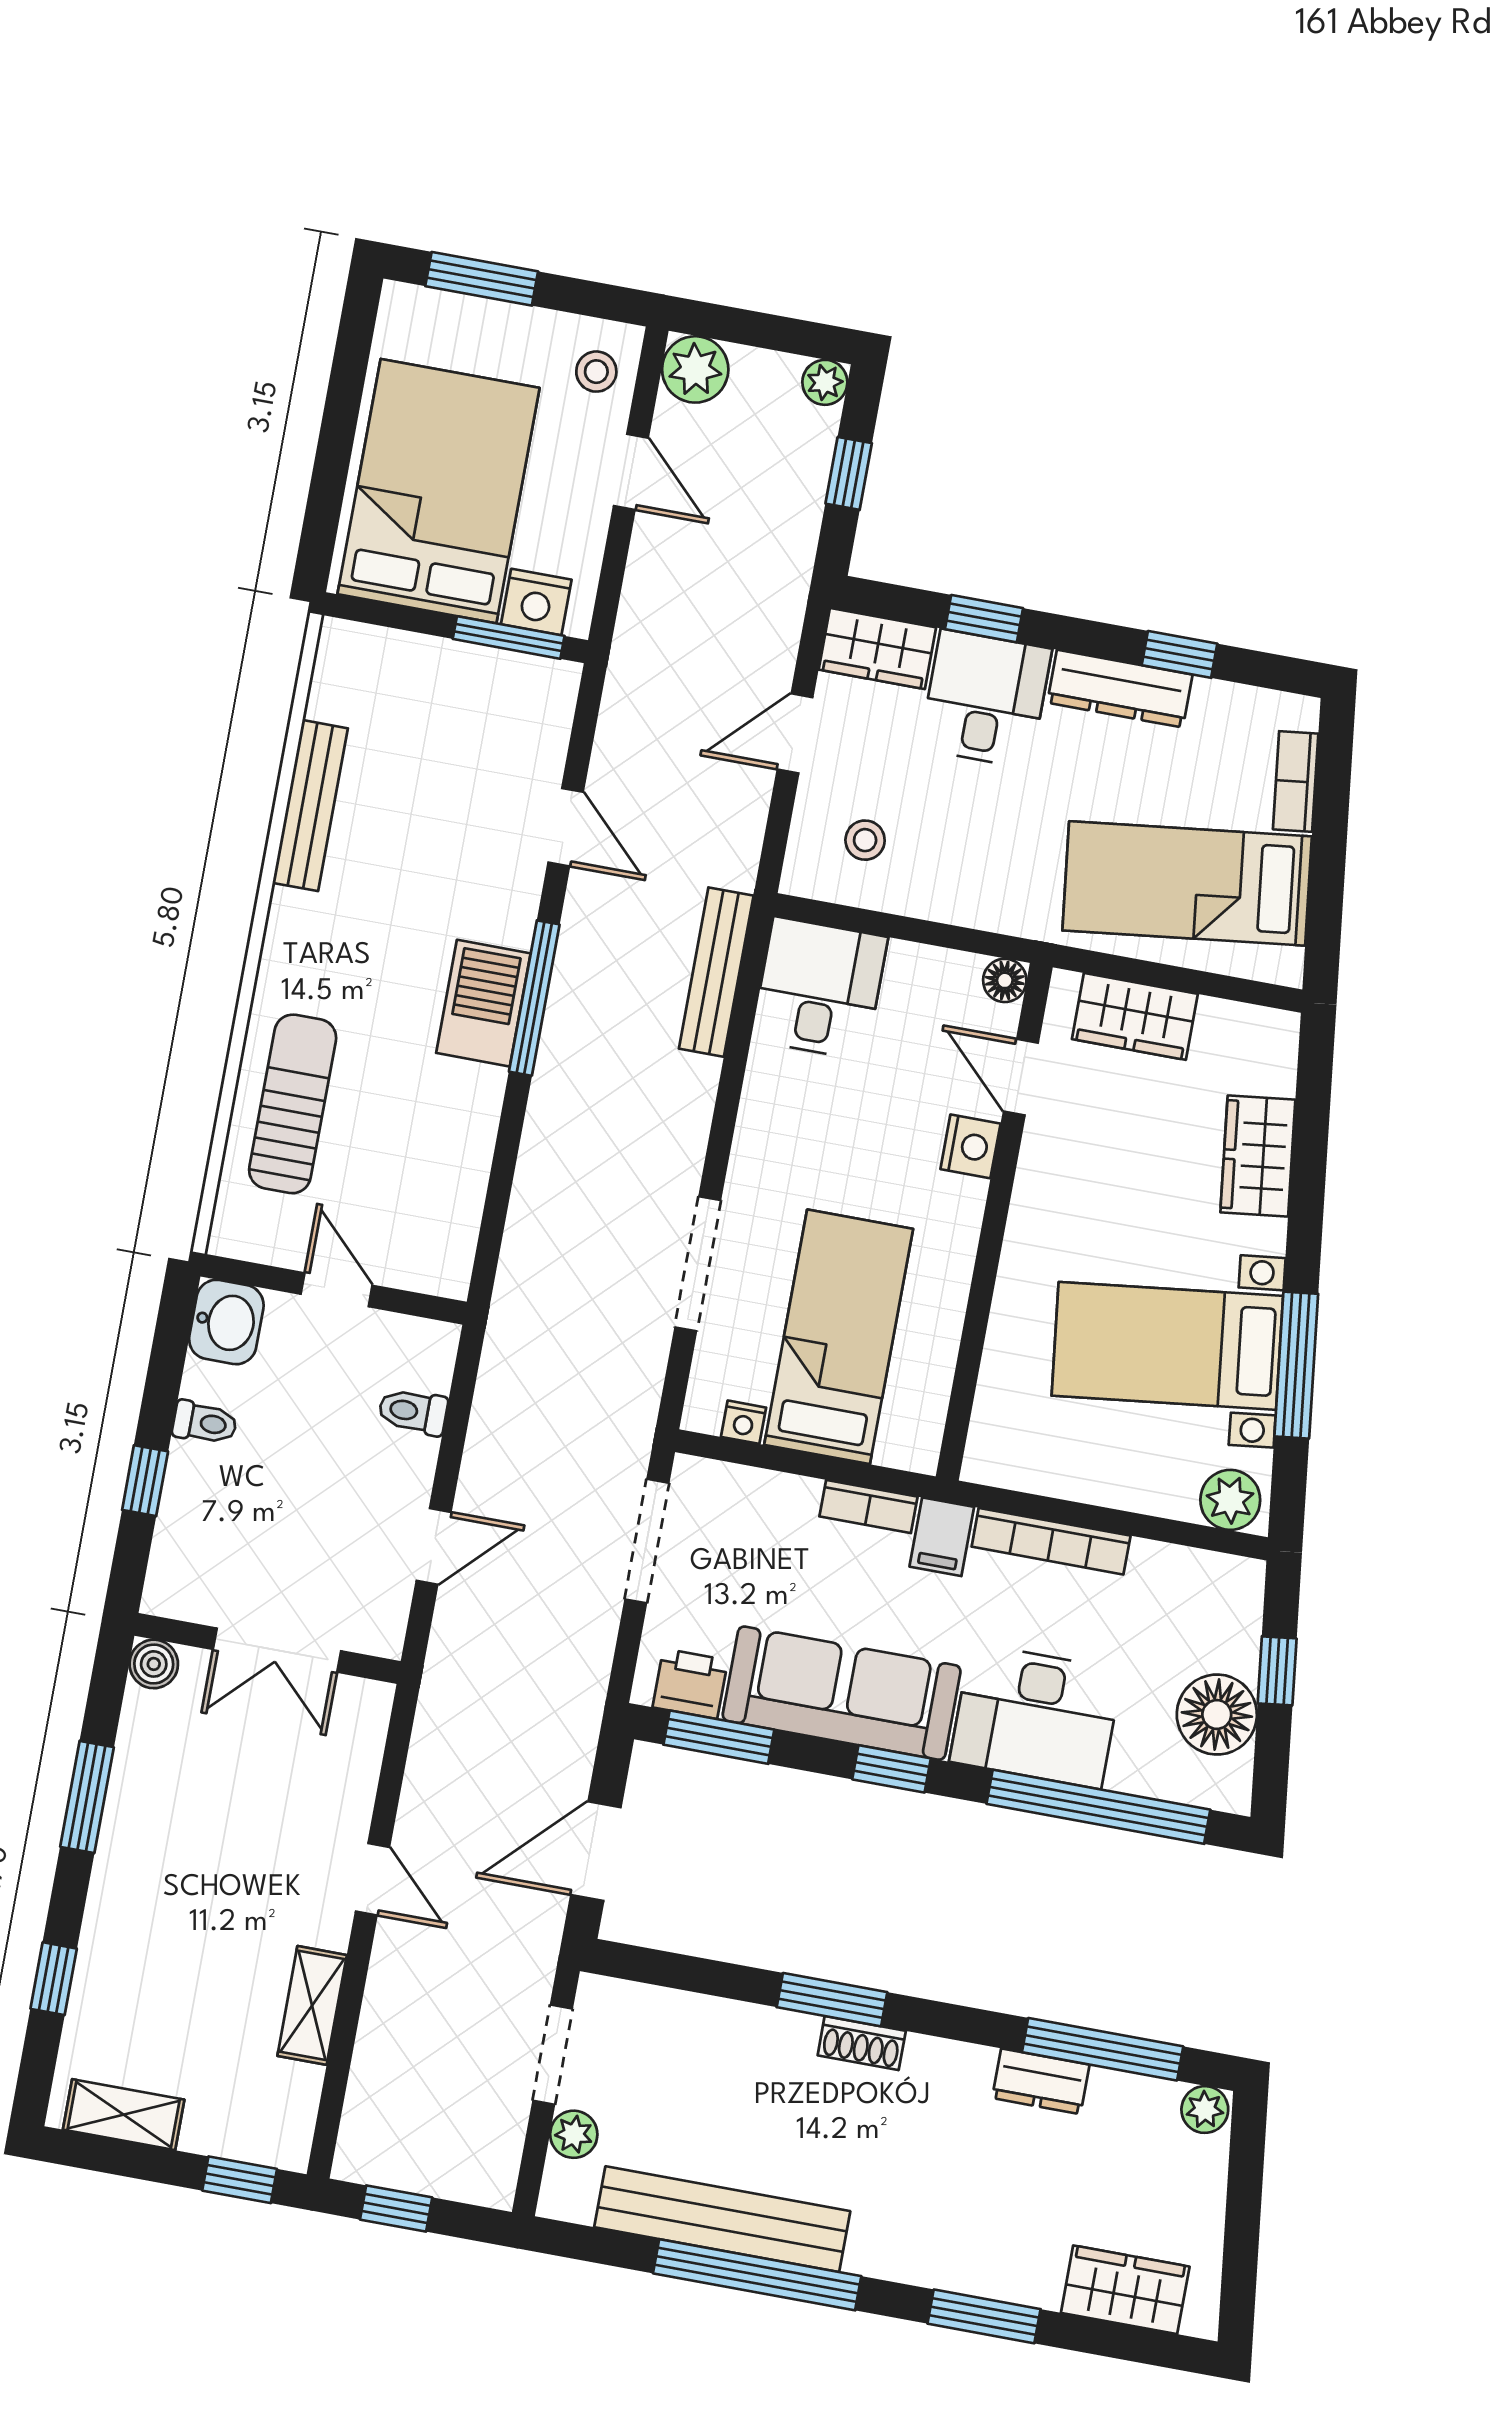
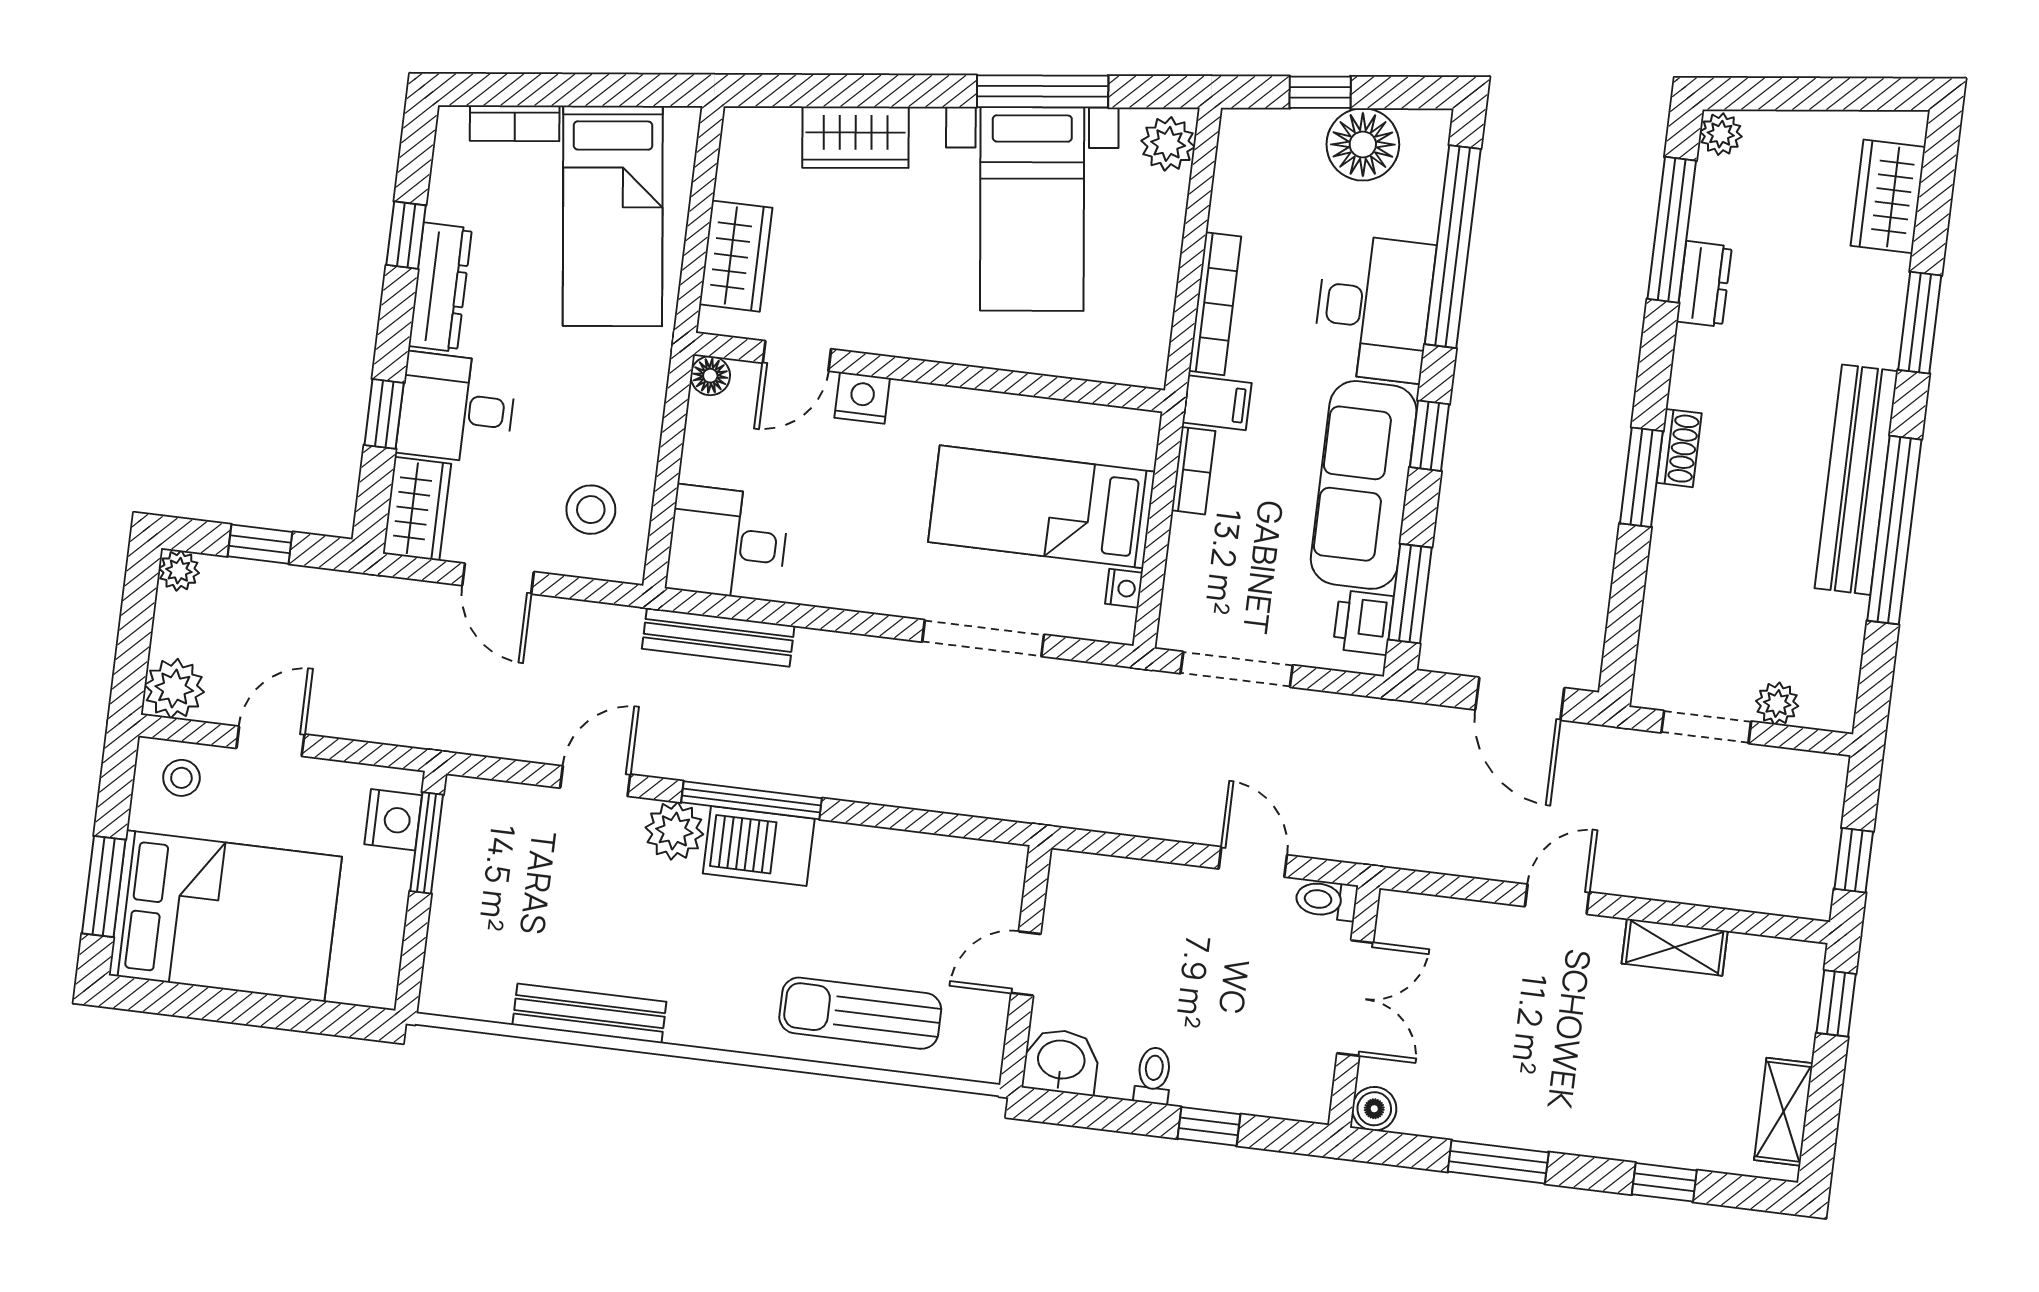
bed: (439, 491) -> (225, 916), moved, turned 180
stool: (865, 840) -> (591, 510), width x1.37, depth x1.37
plant: (506, 911) -> (674, 831), added
toilet: (413, 1412) -> (1326, 900), moved, turned 90
bench: (722, 2219) -> (1856, 480), moved

